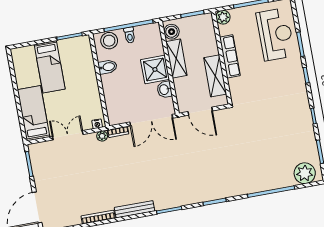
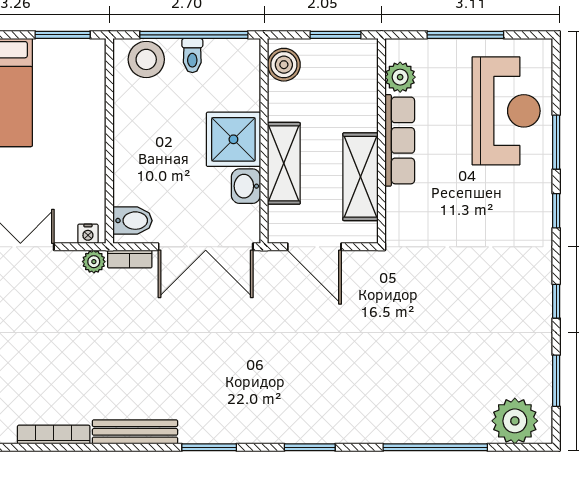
plant: (223, 17) -> (400, 77), moved
shelving: (176, 59) -> (284, 163), moved
bidet: (108, 67) -> (133, 221), moved

